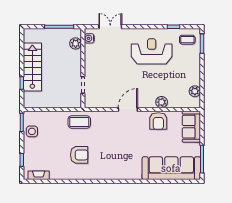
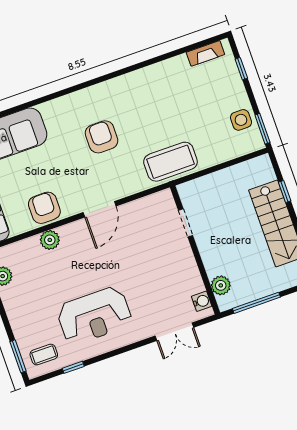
coffee table: (79, 122) -> (170, 162), width x1.36, depth x1.32
armchair: (79, 155) -> (102, 137), moved, turned 90

